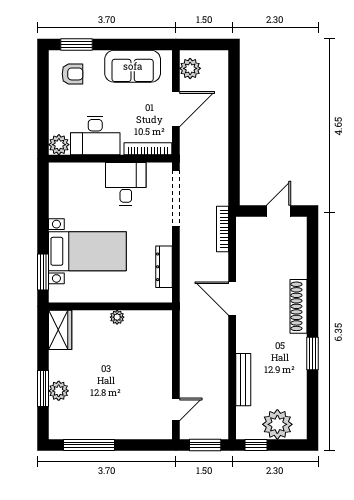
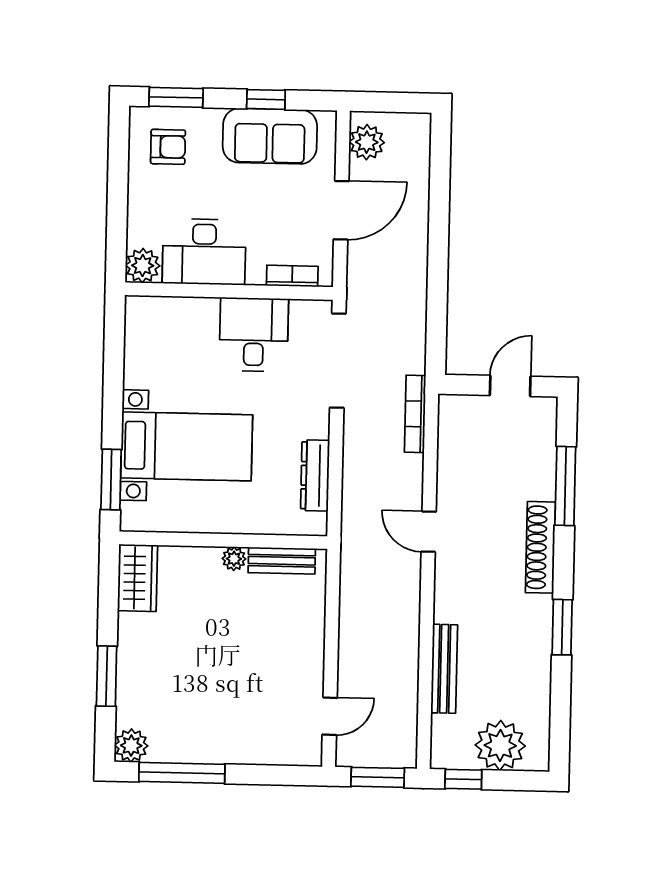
window: (130, 45) -> (266, 99), added
bookcase: (148, 149) -> (292, 276), width x0.64
window: (313, 270) -> (565, 486), added
door: (232, 299) -> (429, 532), width x0.73
bench: (145, 318) -> (282, 561), added
plant: (59, 391) -> (131, 746), moved

